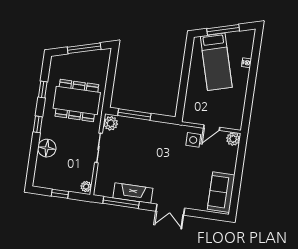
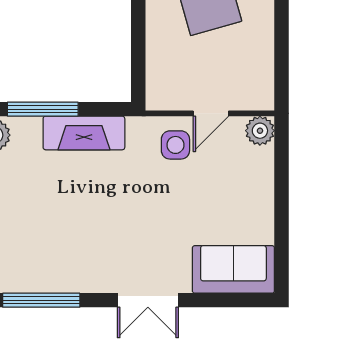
sofa: (221, 192) -> (233, 269), moved, turned 90
fireplace: (133, 193) -> (84, 133), moved, turned 180

